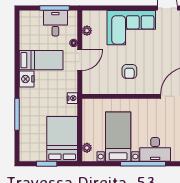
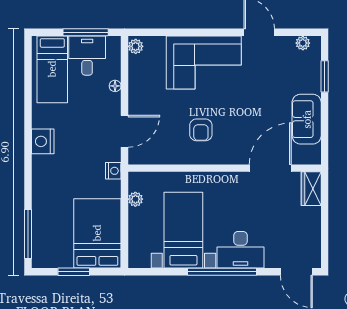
plant: (87, 31) -> (136, 46), moved
bed: (41, 60) -> (52, 69), moved, turned 90
door: (80, 60) -> (124, 131), moved
window: (17, 114) -> (28, 234), moved
plant: (87, 148) -> (135, 199), moved

